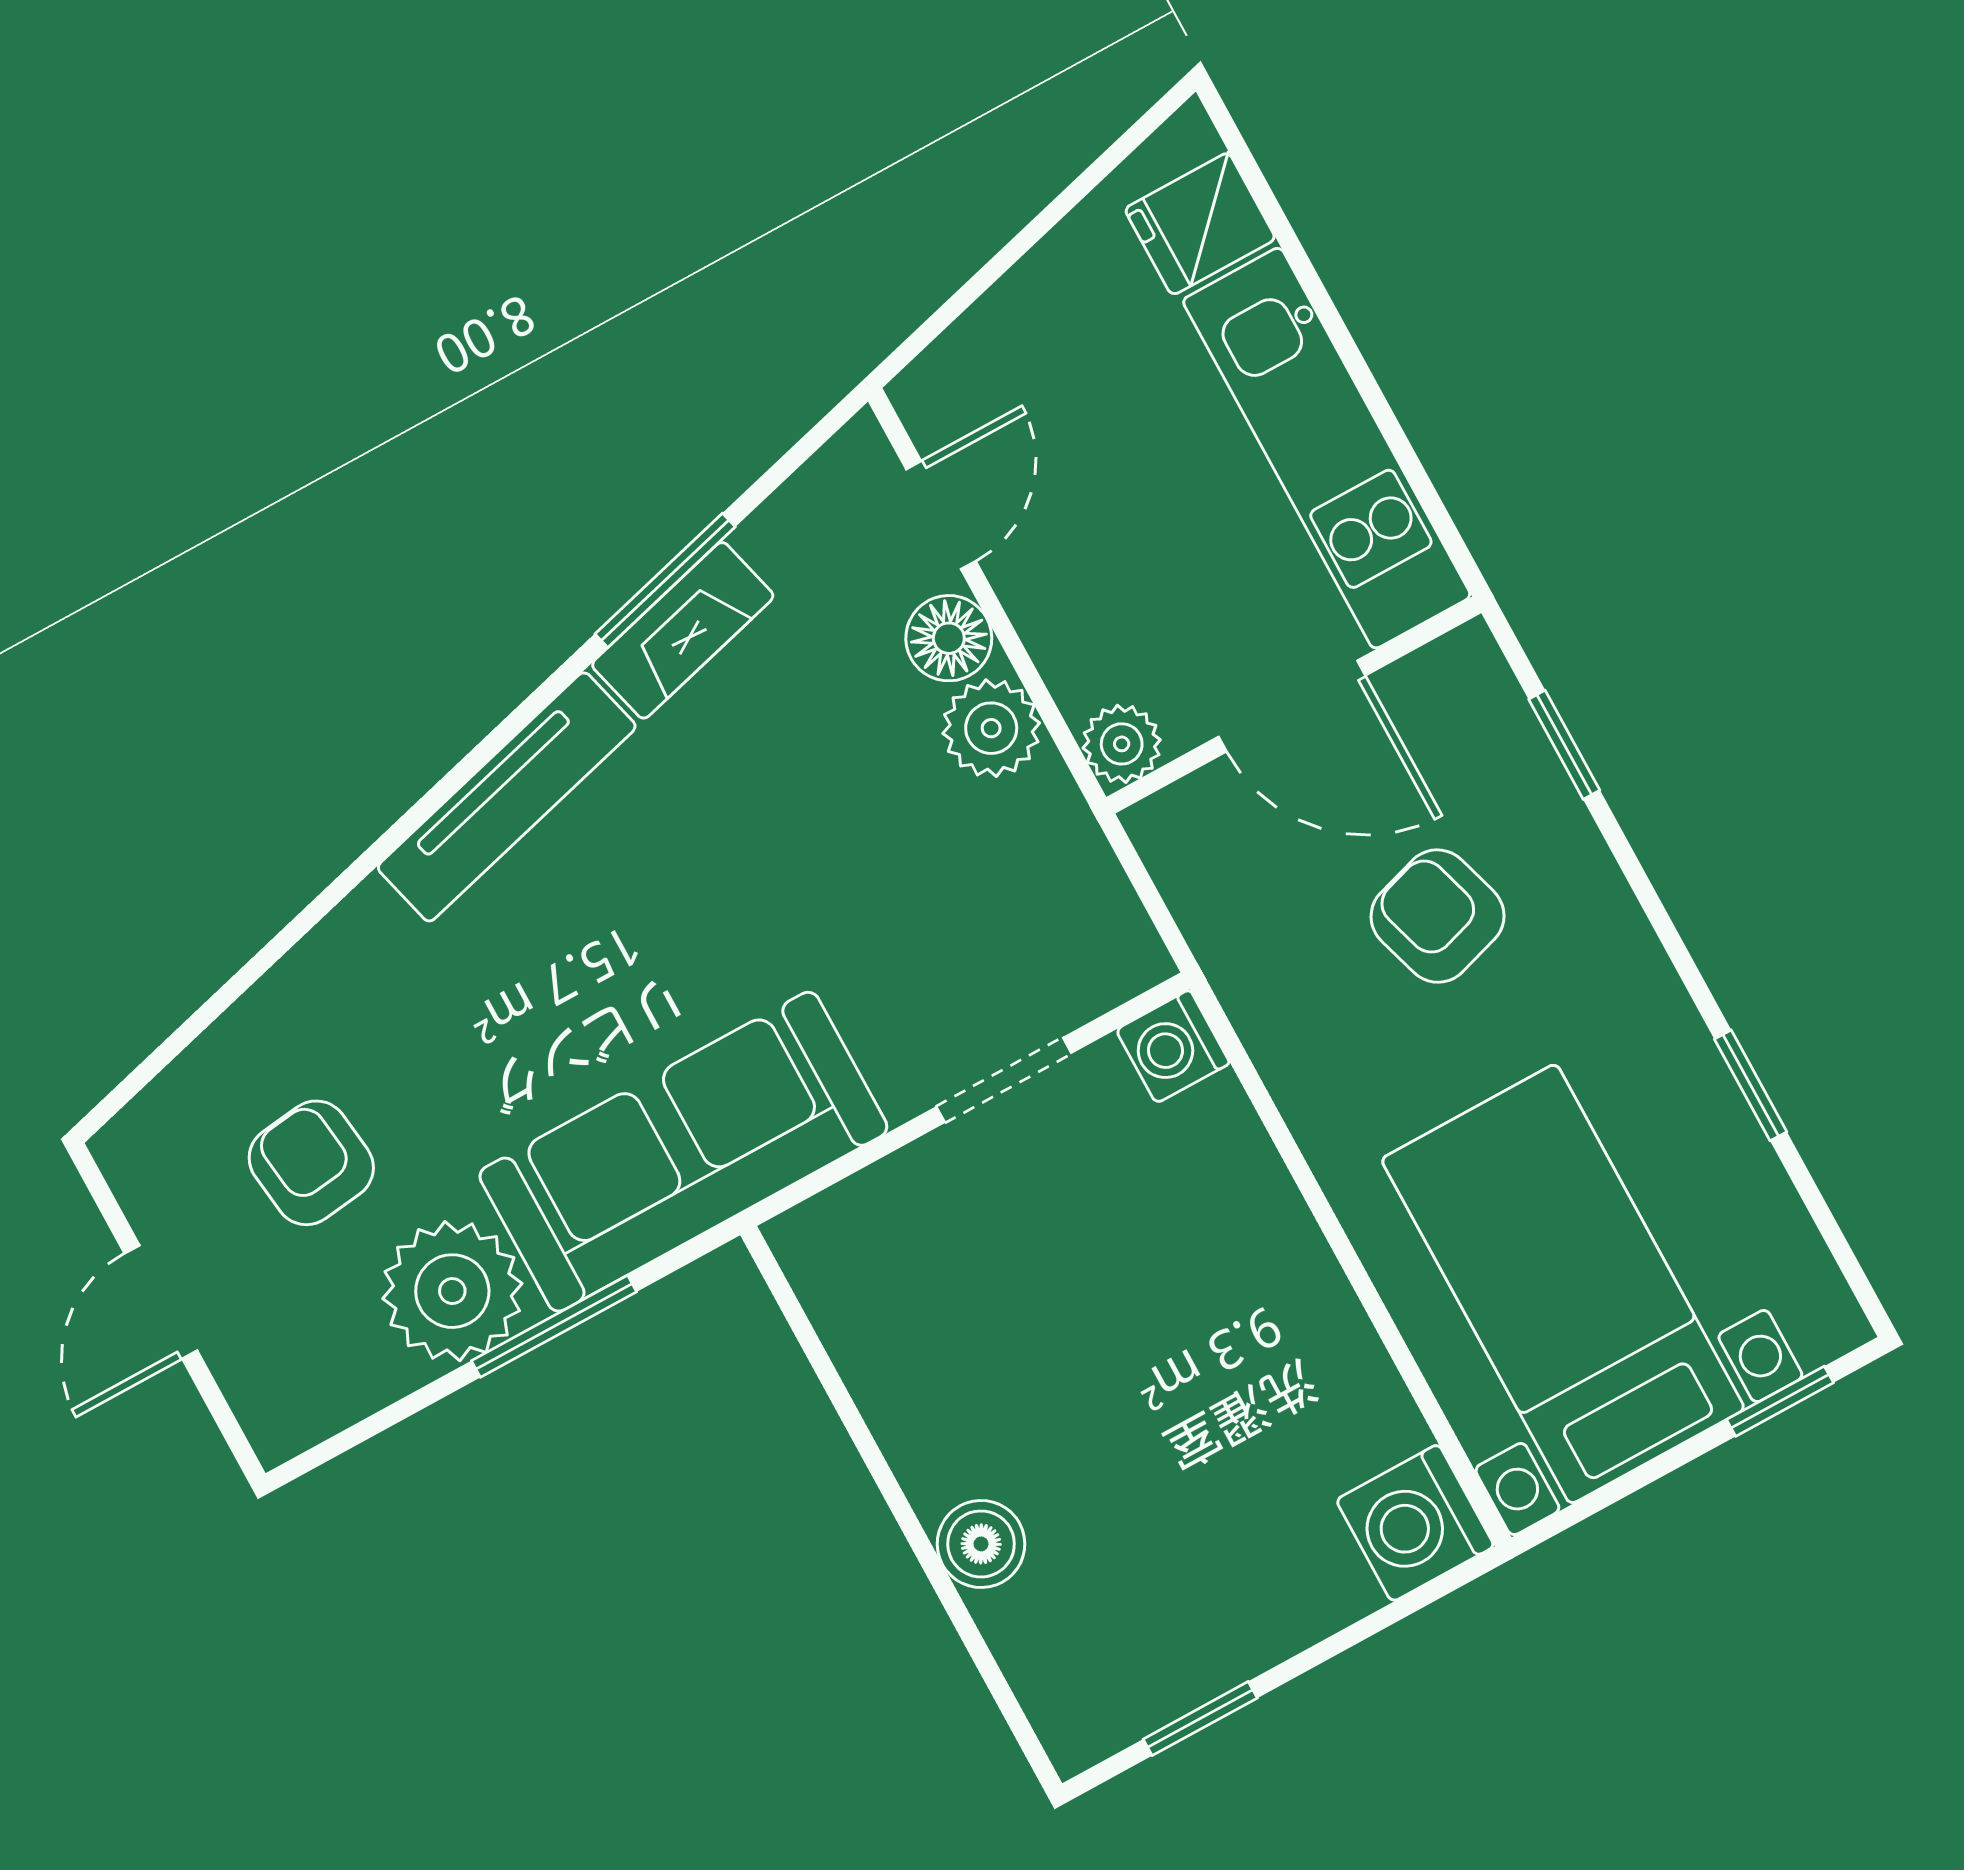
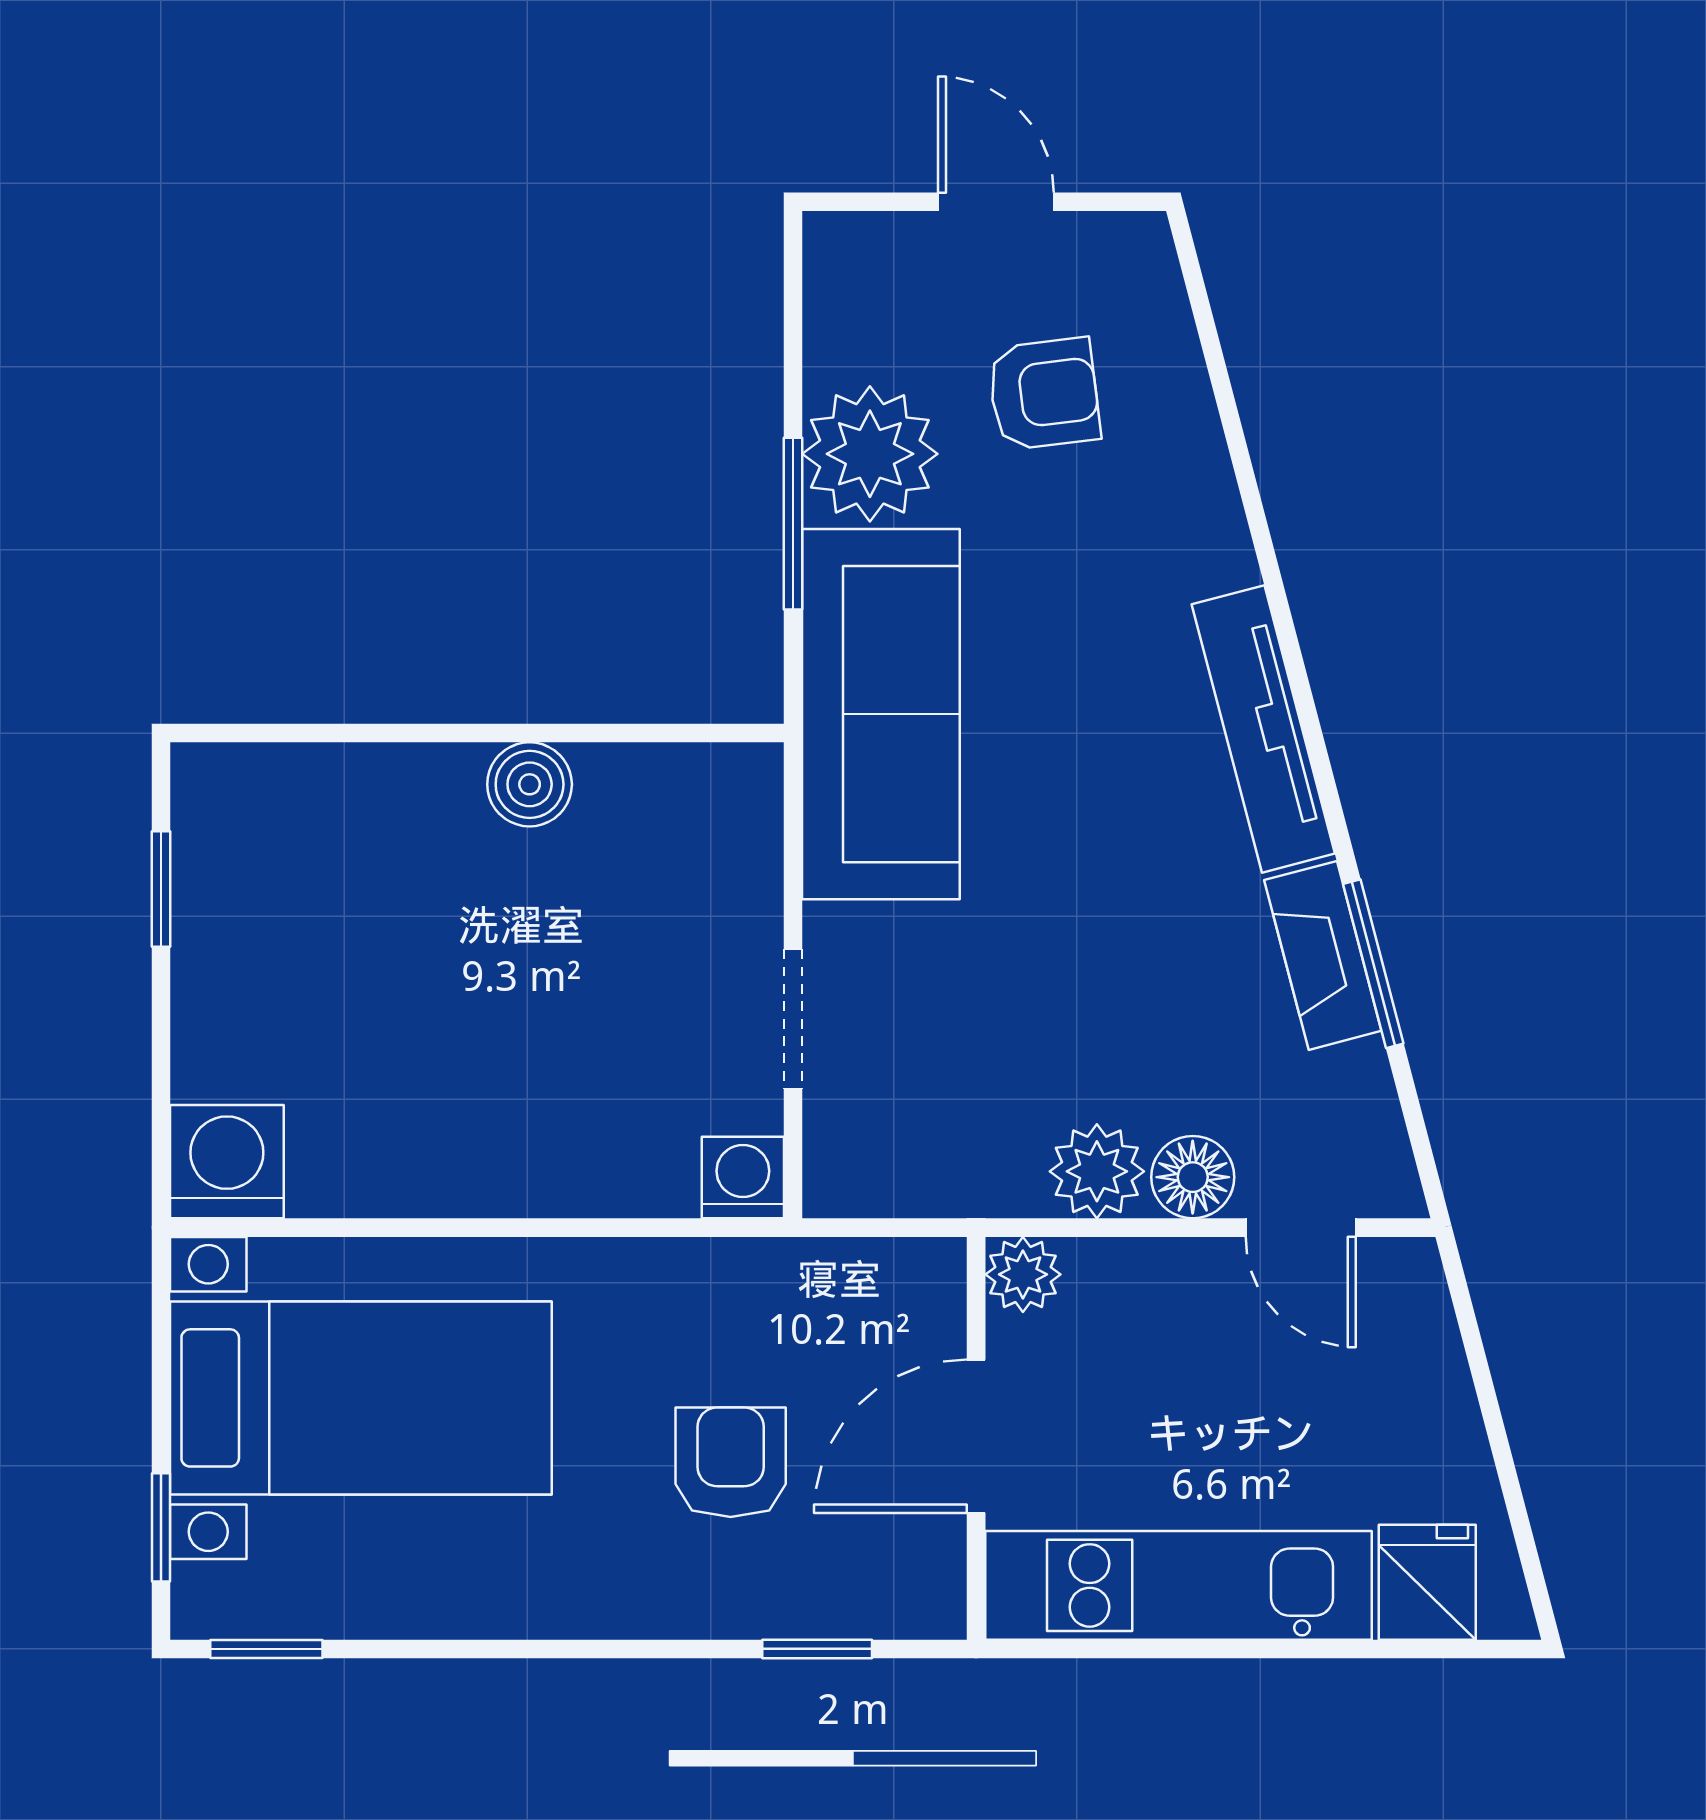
armchair: (1438, 916) -> (731, 1462), turned -73
window: (1751, 1085) -> (266, 1649), moved
boiler: (981, 1544) -> (530, 784), moved

